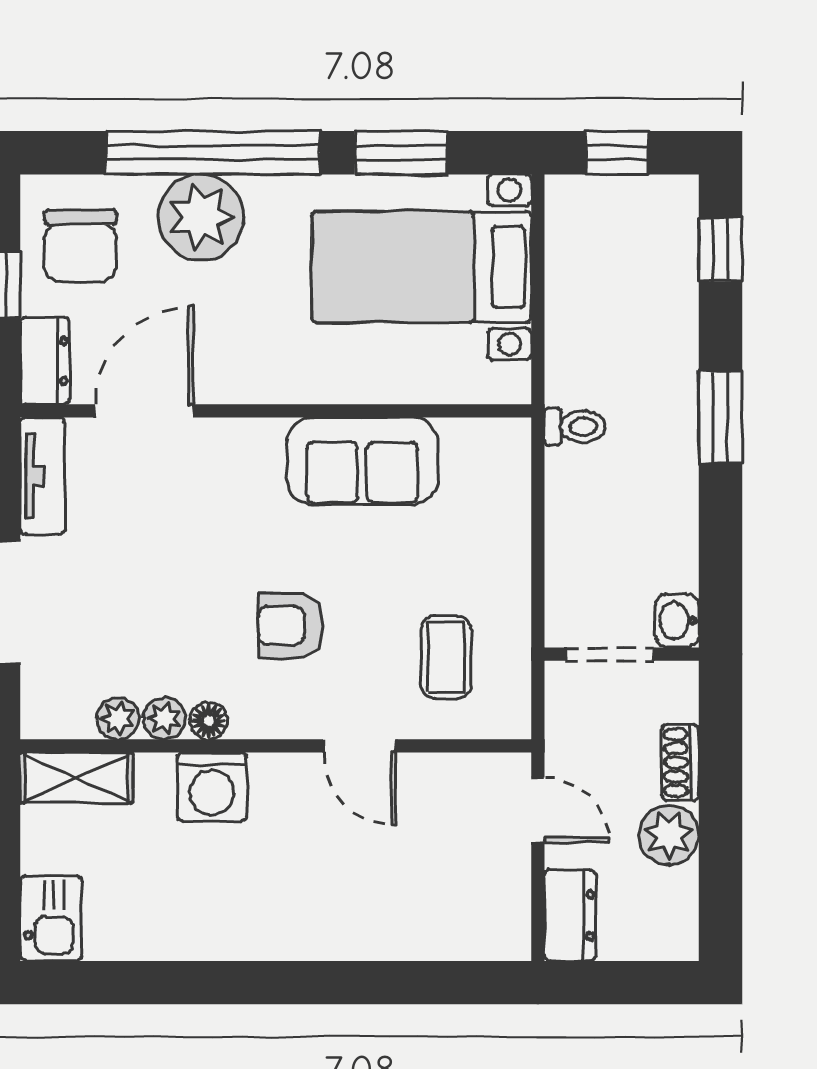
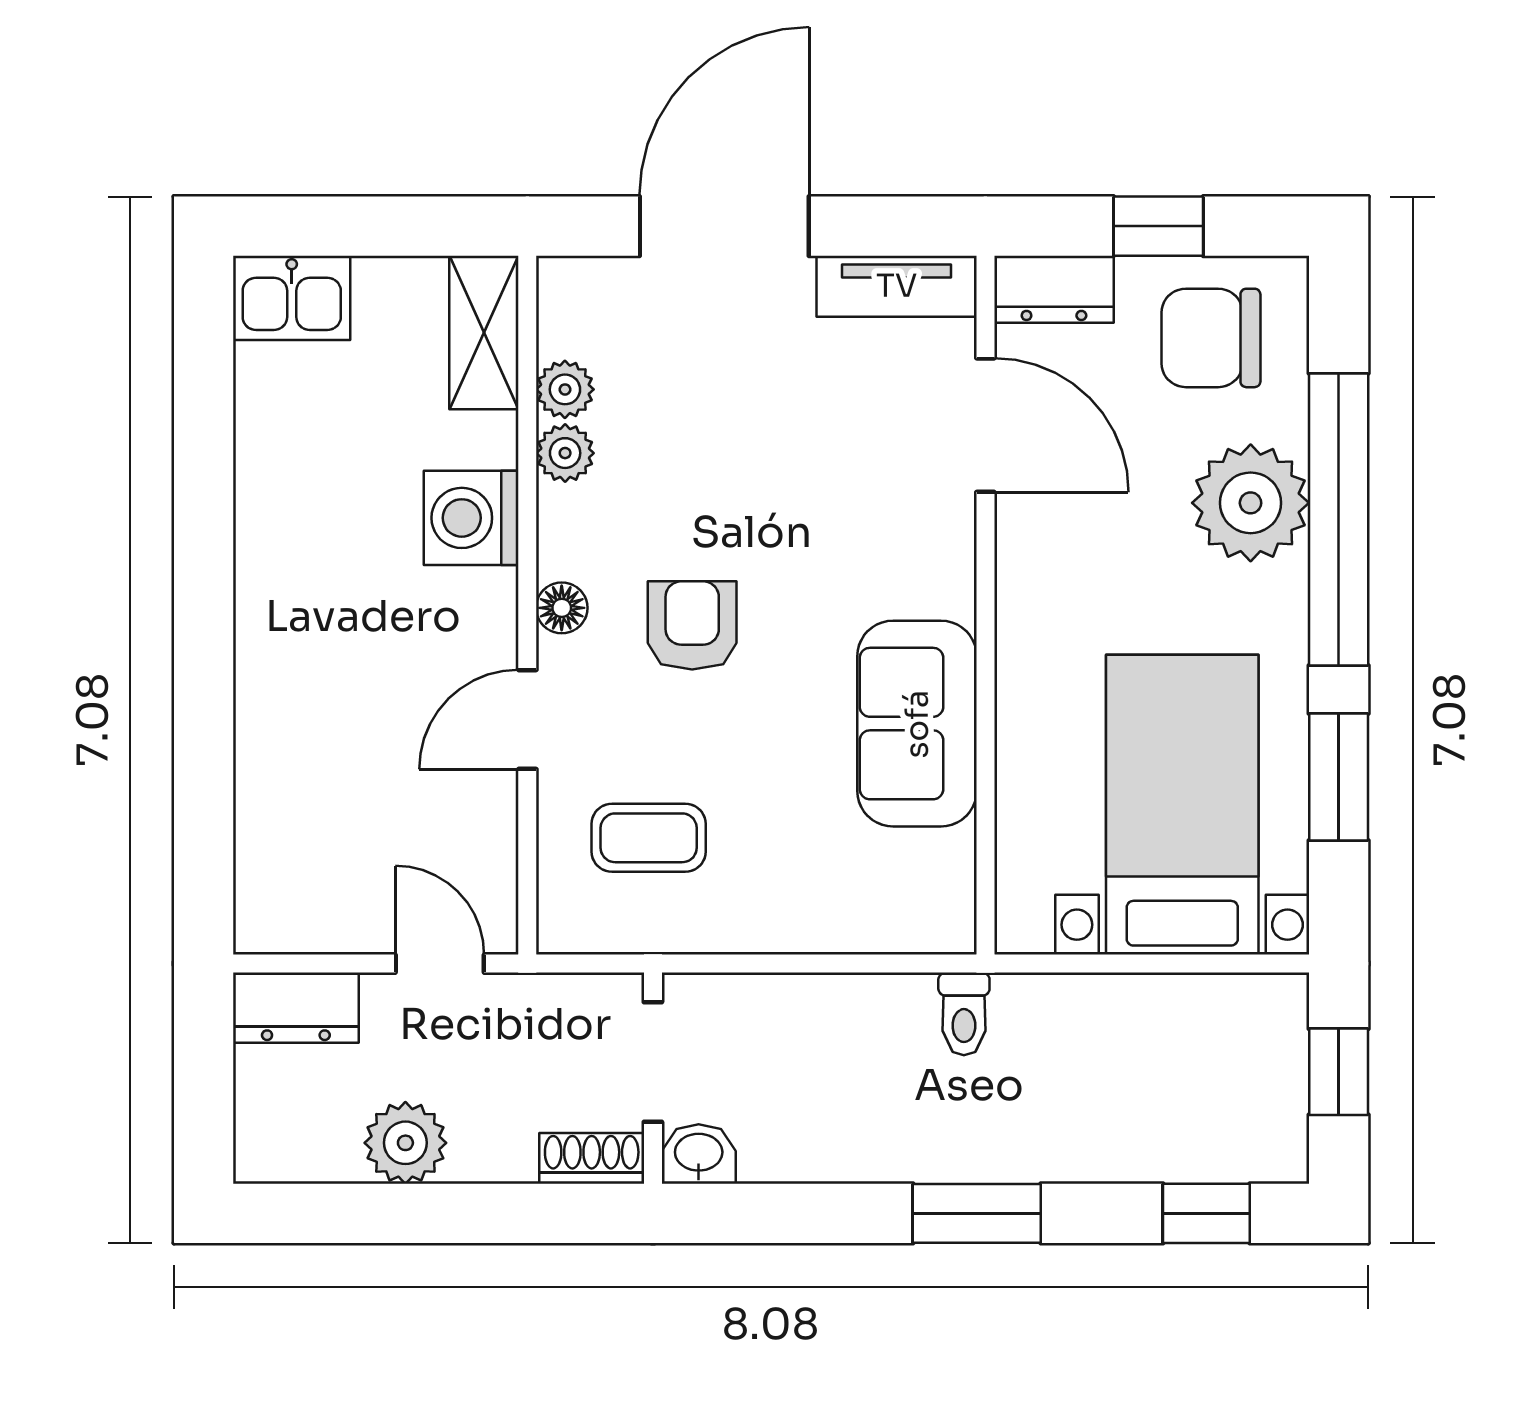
floor lamp: (209, 721) -> (562, 608), moved
shoe rack: (680, 762) -> (592, 1158), moved
door: (538, 810) -> (440, 964), swing flipped

